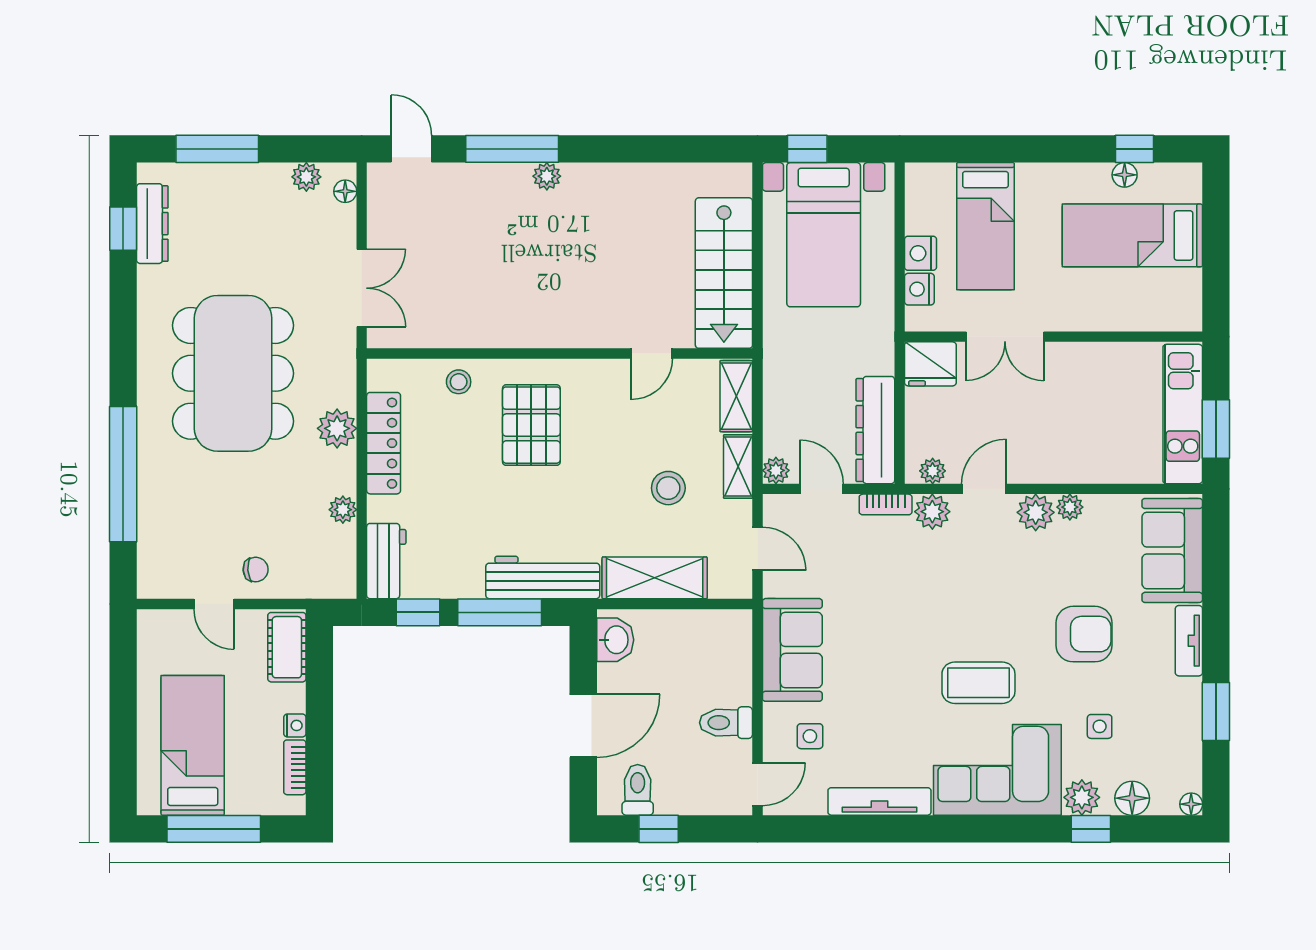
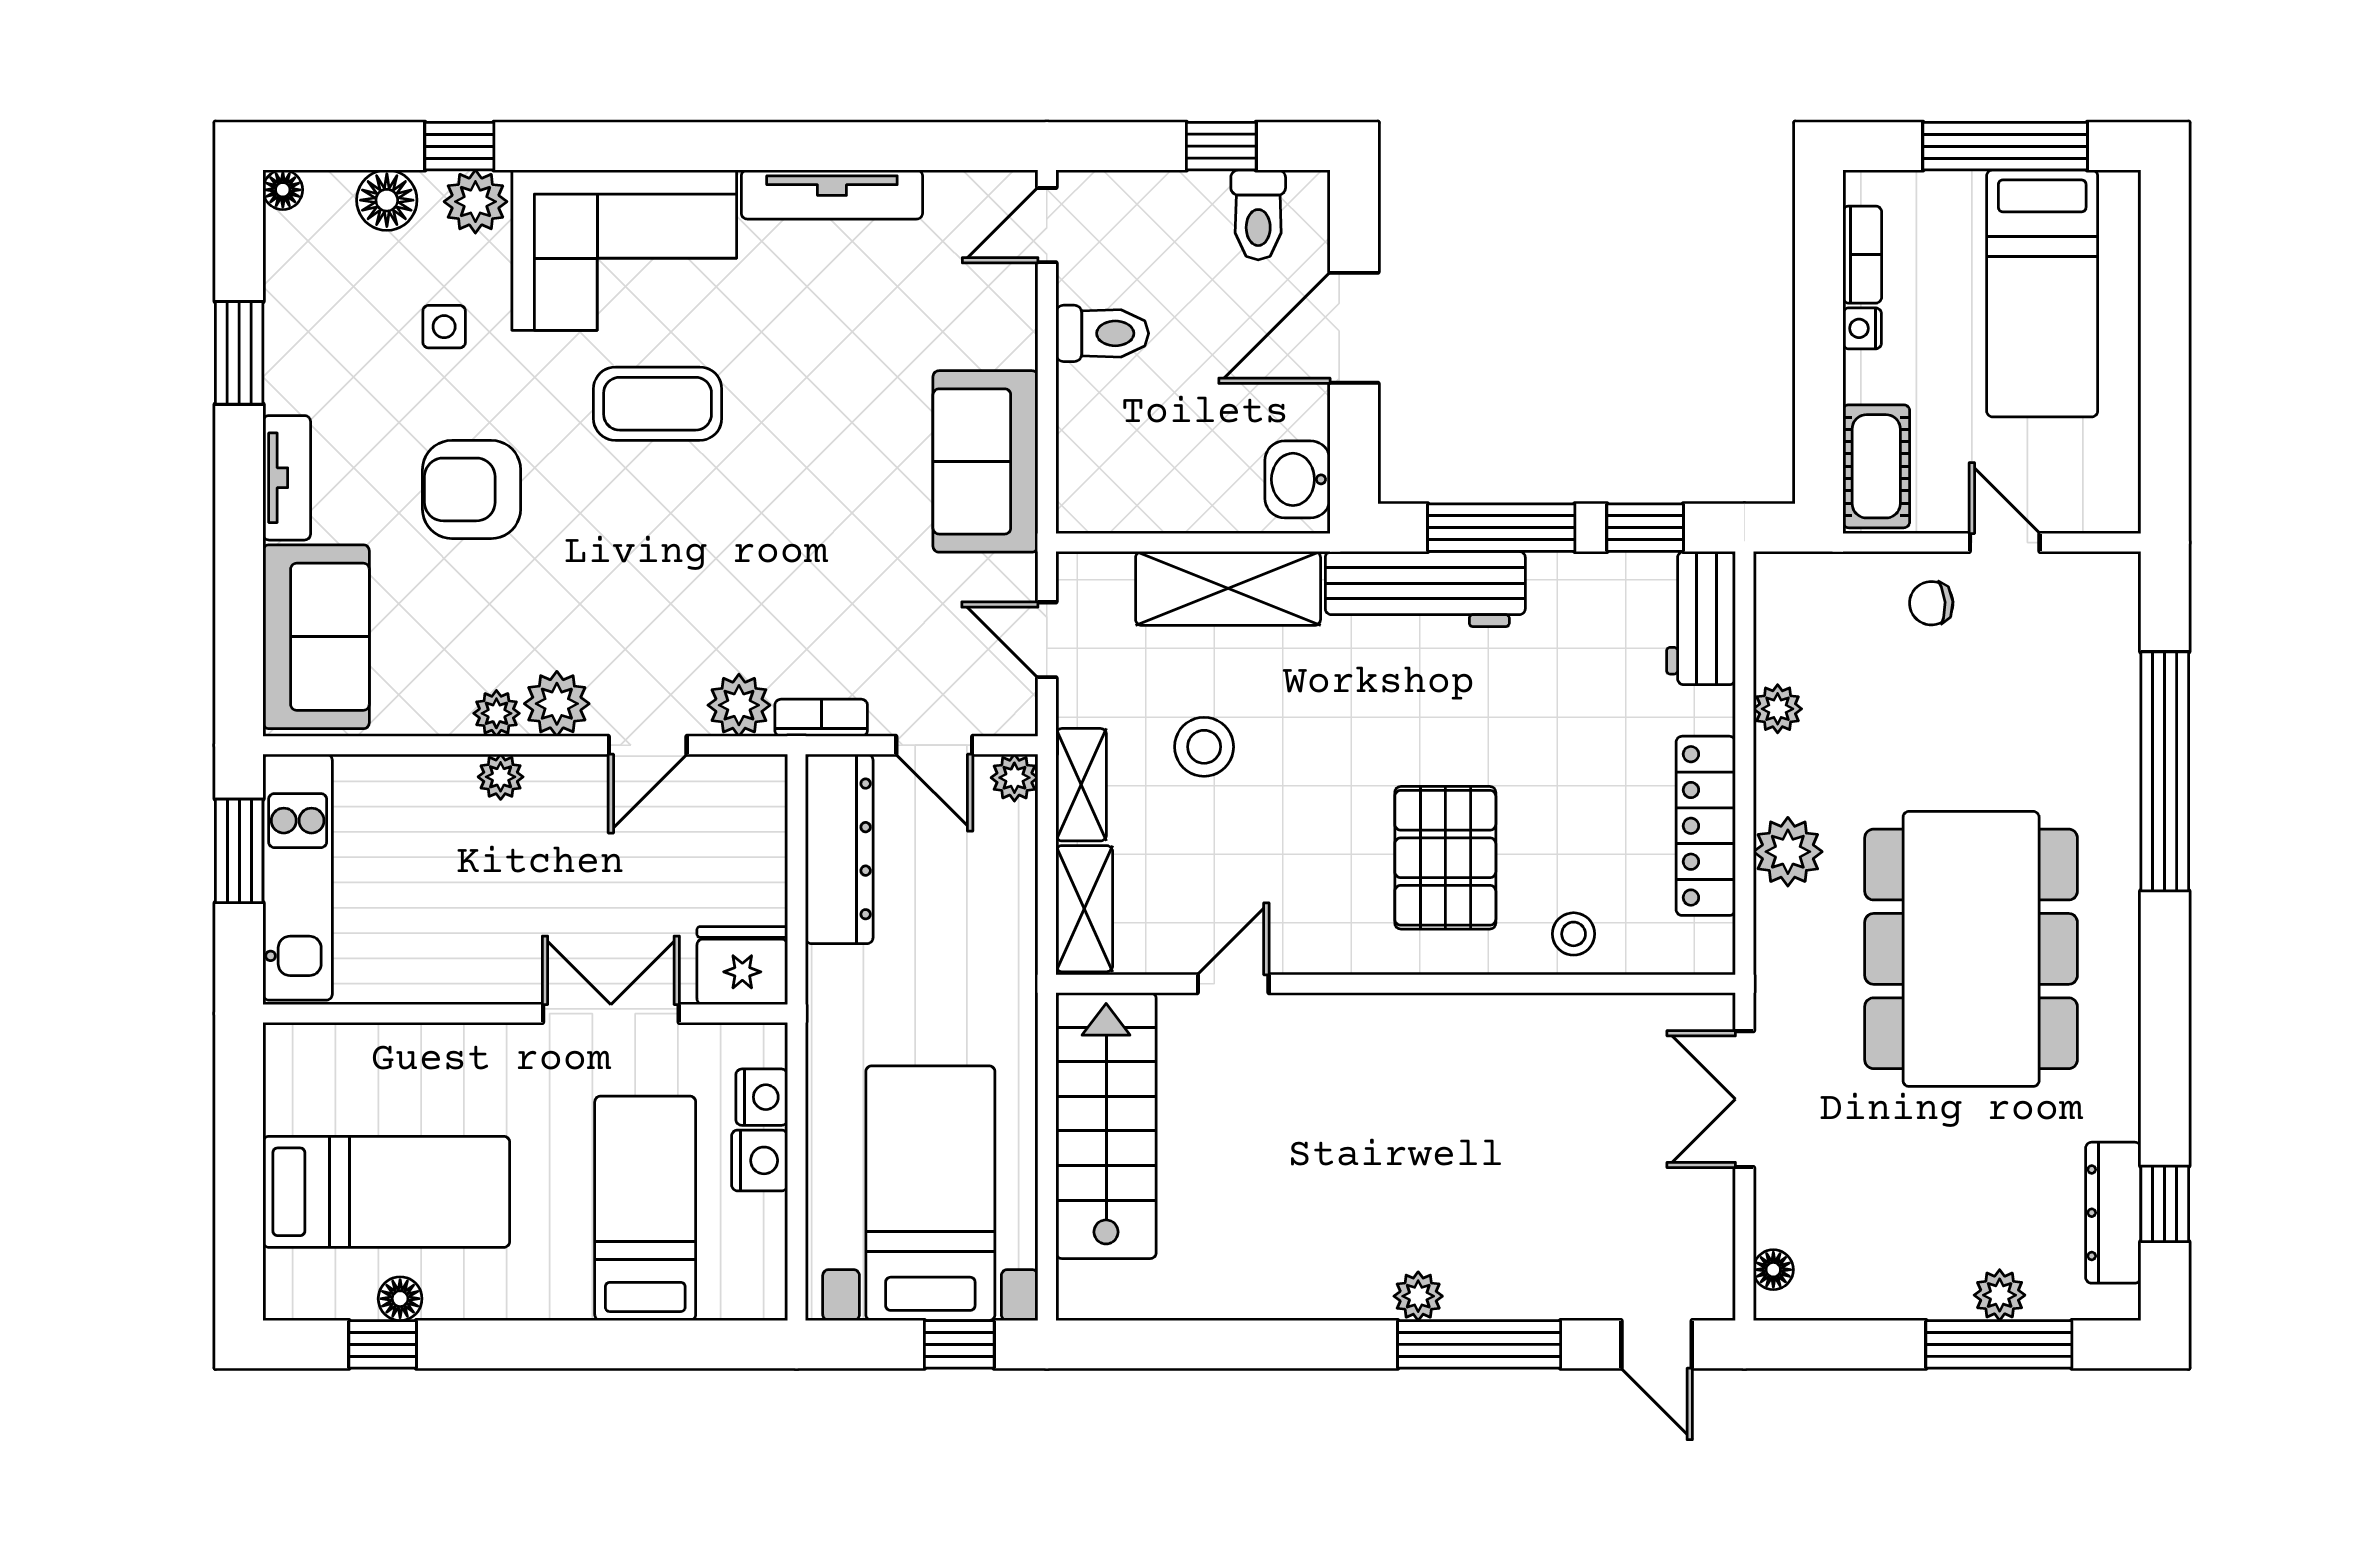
plant: (306, 177) -> (2000, 1295), moved
plant: (933, 471) -> (501, 777), moved
side table: (810, 736) -> (954, 310), removed

